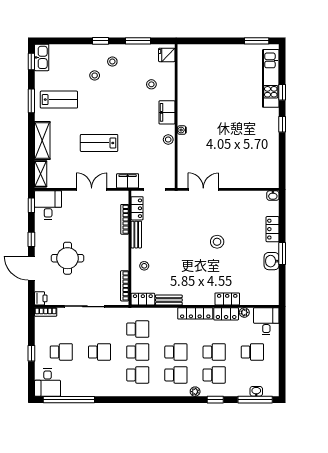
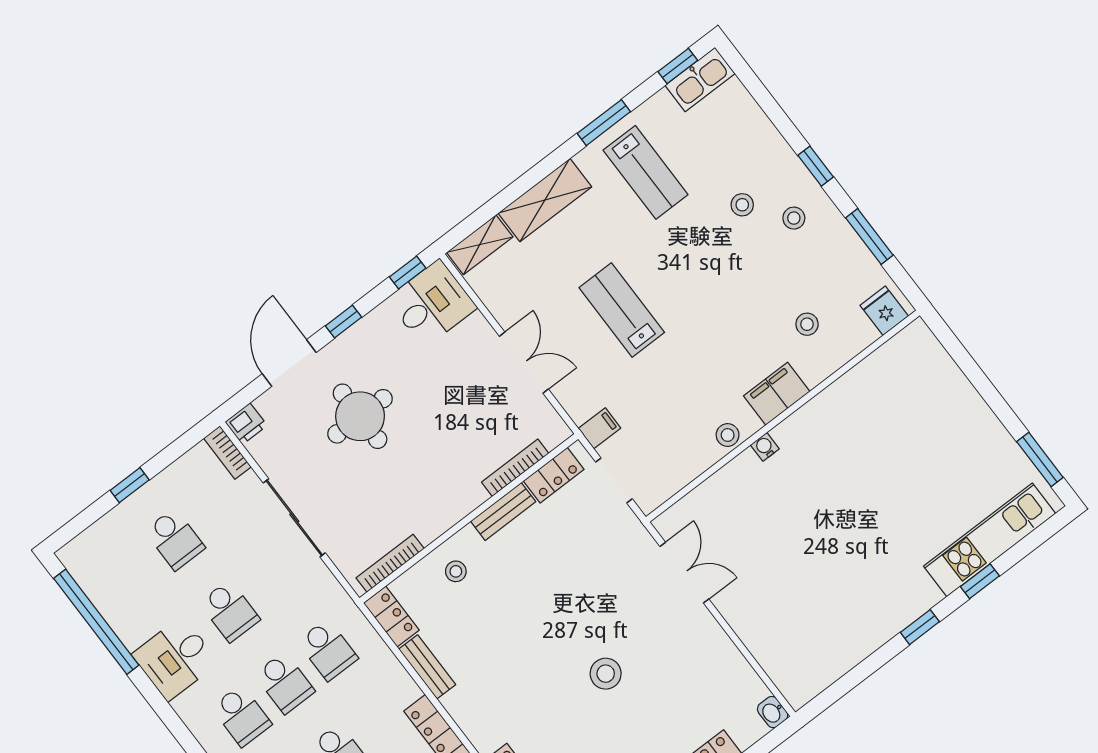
filing cabinet: (128, 181) -> (599, 428), width x0.50
desk: (48, 382) -> (175, 659), moved

